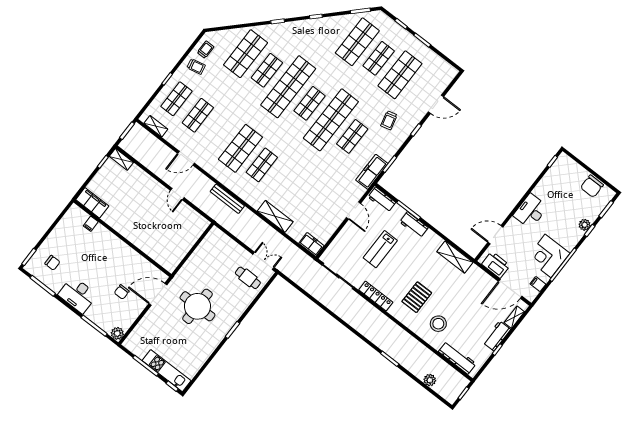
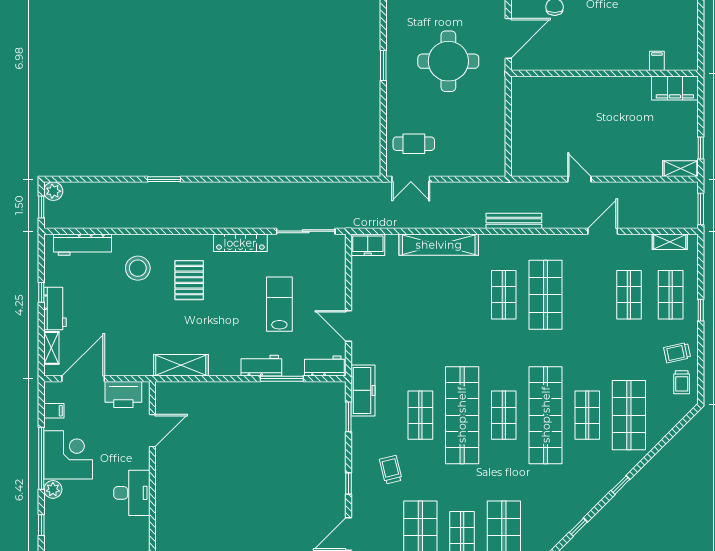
shelving: (275, 216) -> (439, 245), width x1.47
plant: (585, 225) -> (53, 489), moved
plant: (430, 380) -> (53, 191), moved

